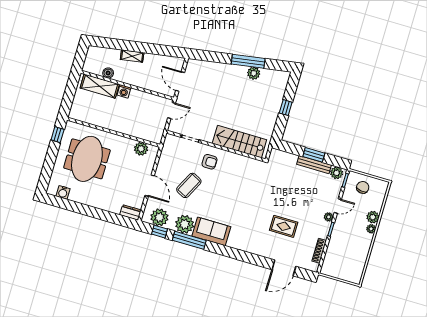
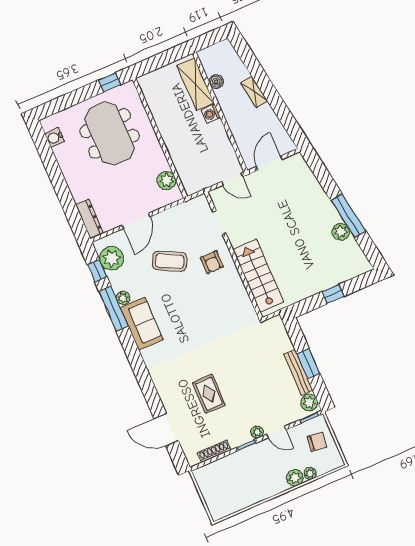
meeting table: (87, 159) -> (110, 134), turned 90
dresser: (130, 212) -> (90, 219), width x1.44
plant: (185, 224) -> (123, 298), width x0.53, depth x0.53
plant: (371, 229) -> (310, 474), moved

